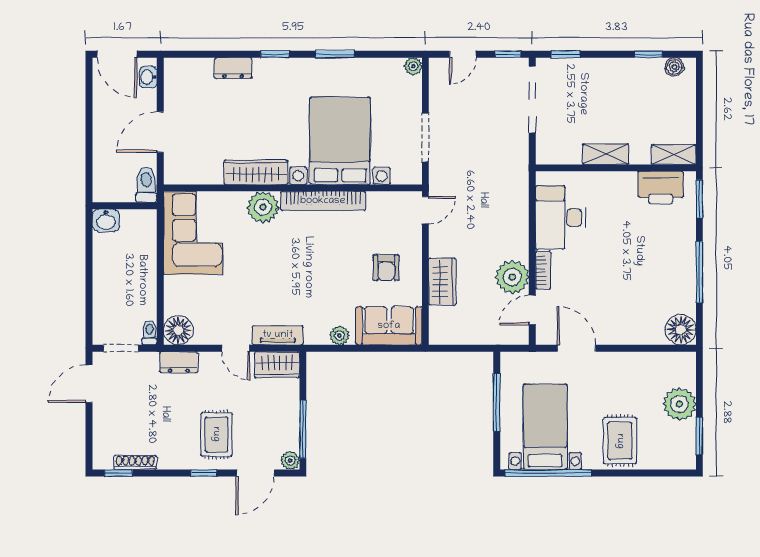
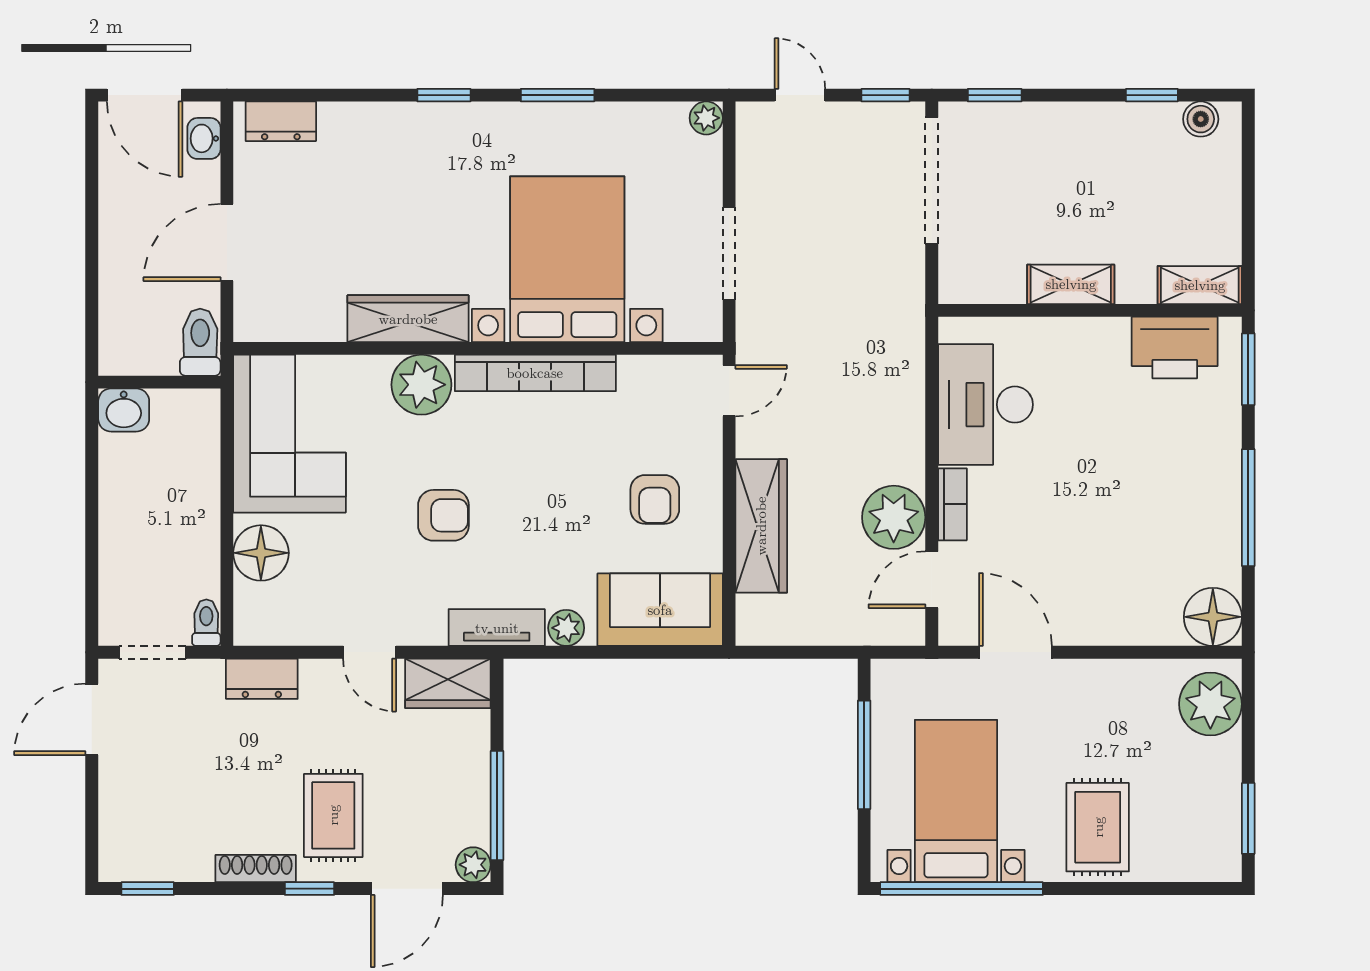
door: (463, 54) -> (800, 95), swing flipped
dresser: (233, 68) -> (281, 121), moved
armchair: (275, 276) -> (443, 515), added
wardrobe: (442, 282) -> (761, 526), width x1.50
floor lamp: (178, 330) -> (261, 553), moved
tv unit: (278, 335) -> (497, 628), moved
plant: (679, 404) -> (1210, 704), moved
shoe rack: (135, 462) -> (256, 869), moved

